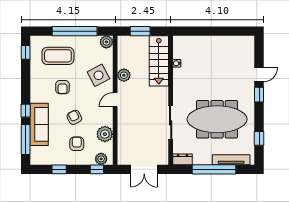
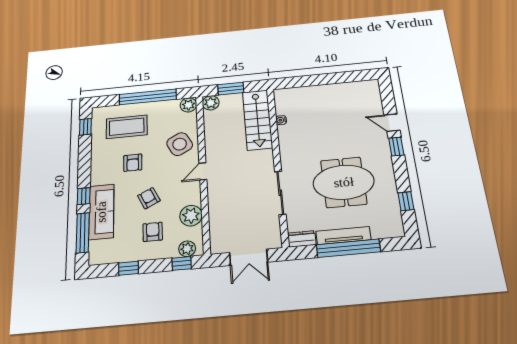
plant: (124, 75) -> (211, 103), moved
door: (259, 75) -> (392, 123), swing flipped
meeting table: (217, 119) -> (344, 182), width x0.73
tv unit: (231, 160) -> (343, 236), moved

